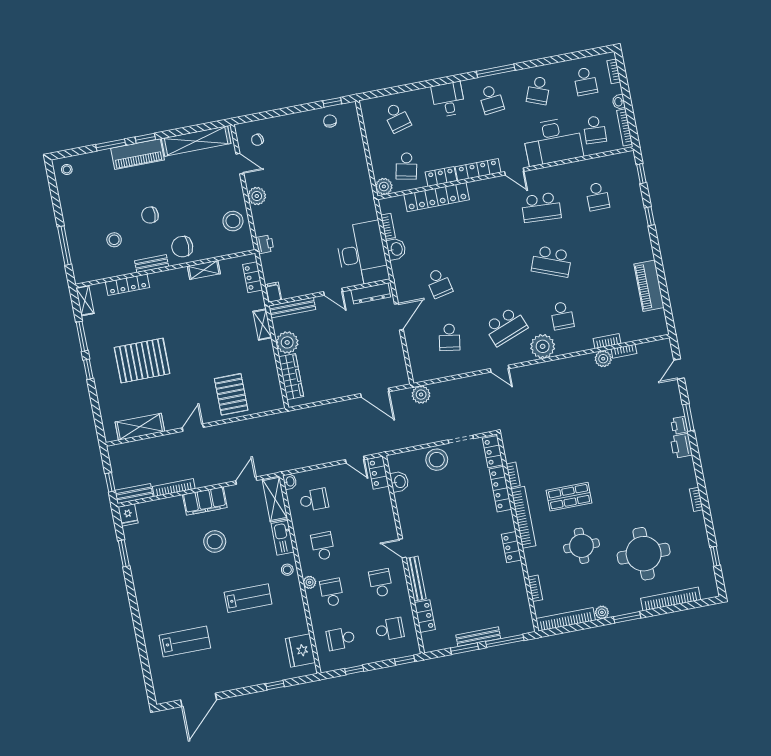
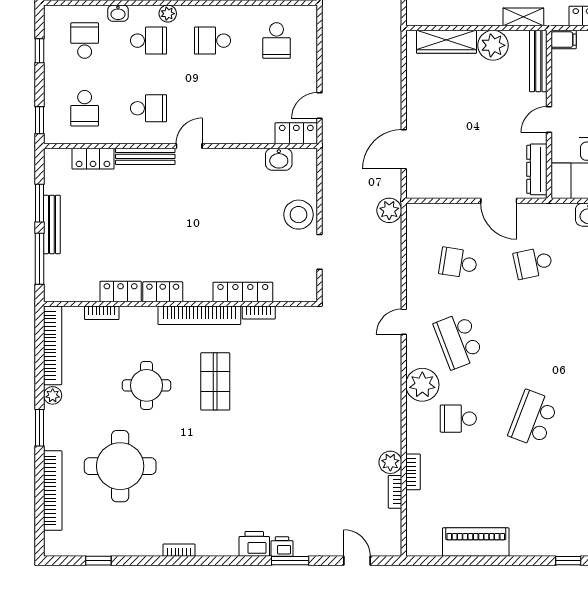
locker: (493, 452) -> (121, 291), moved
washbasin: (290, 481) -> (118, 13), moved
school desk: (323, 546) -> (213, 41), turned 180

